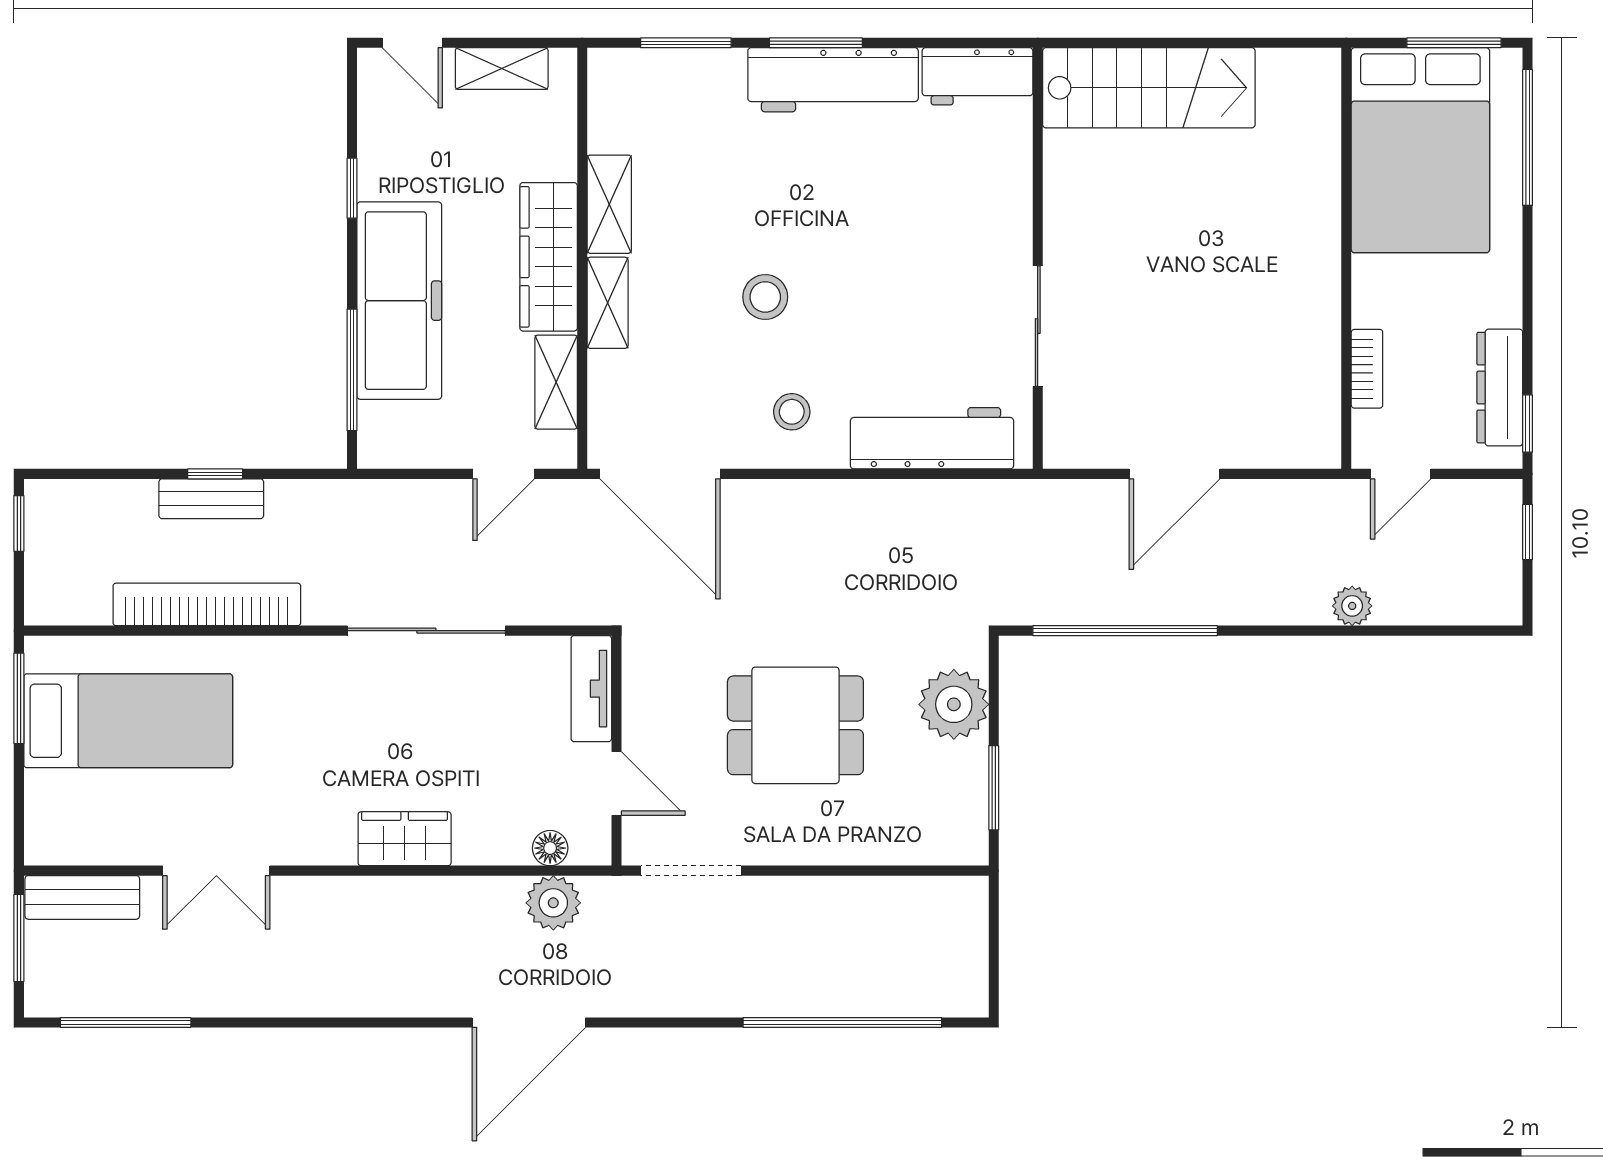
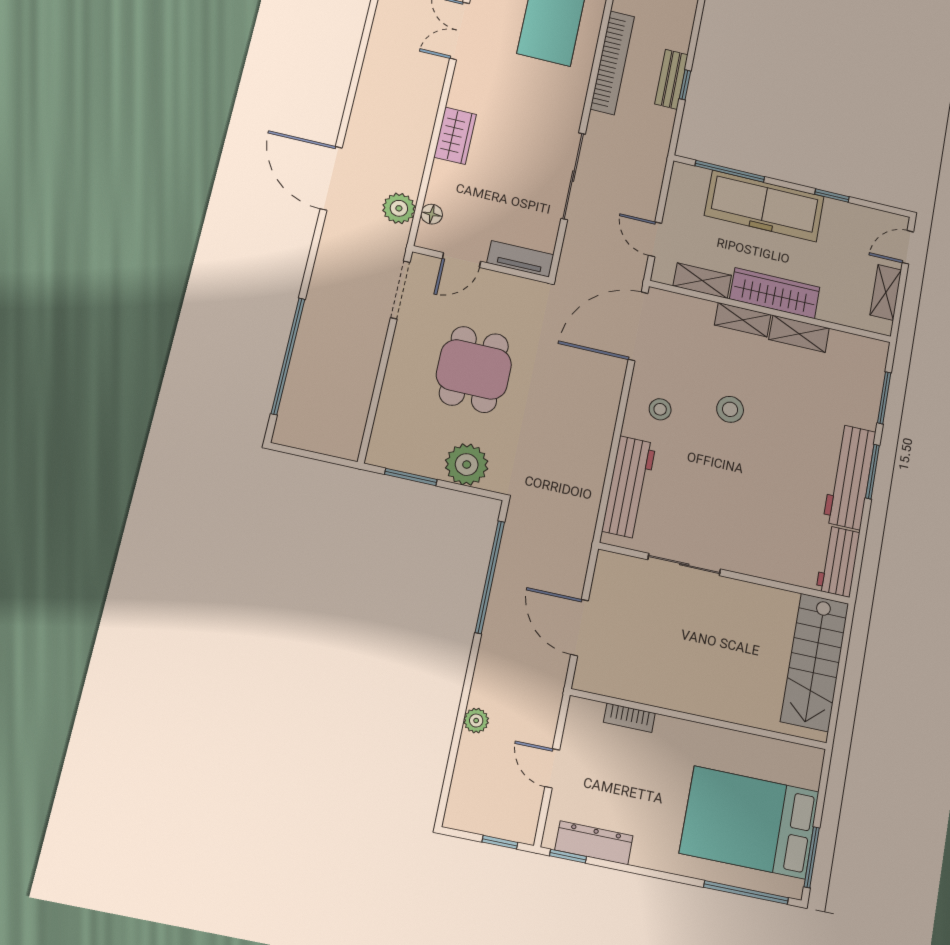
wall: (1346, 258) -> (699, 719), moved
bookcase: (1367, 369) -> (629, 718), moved

